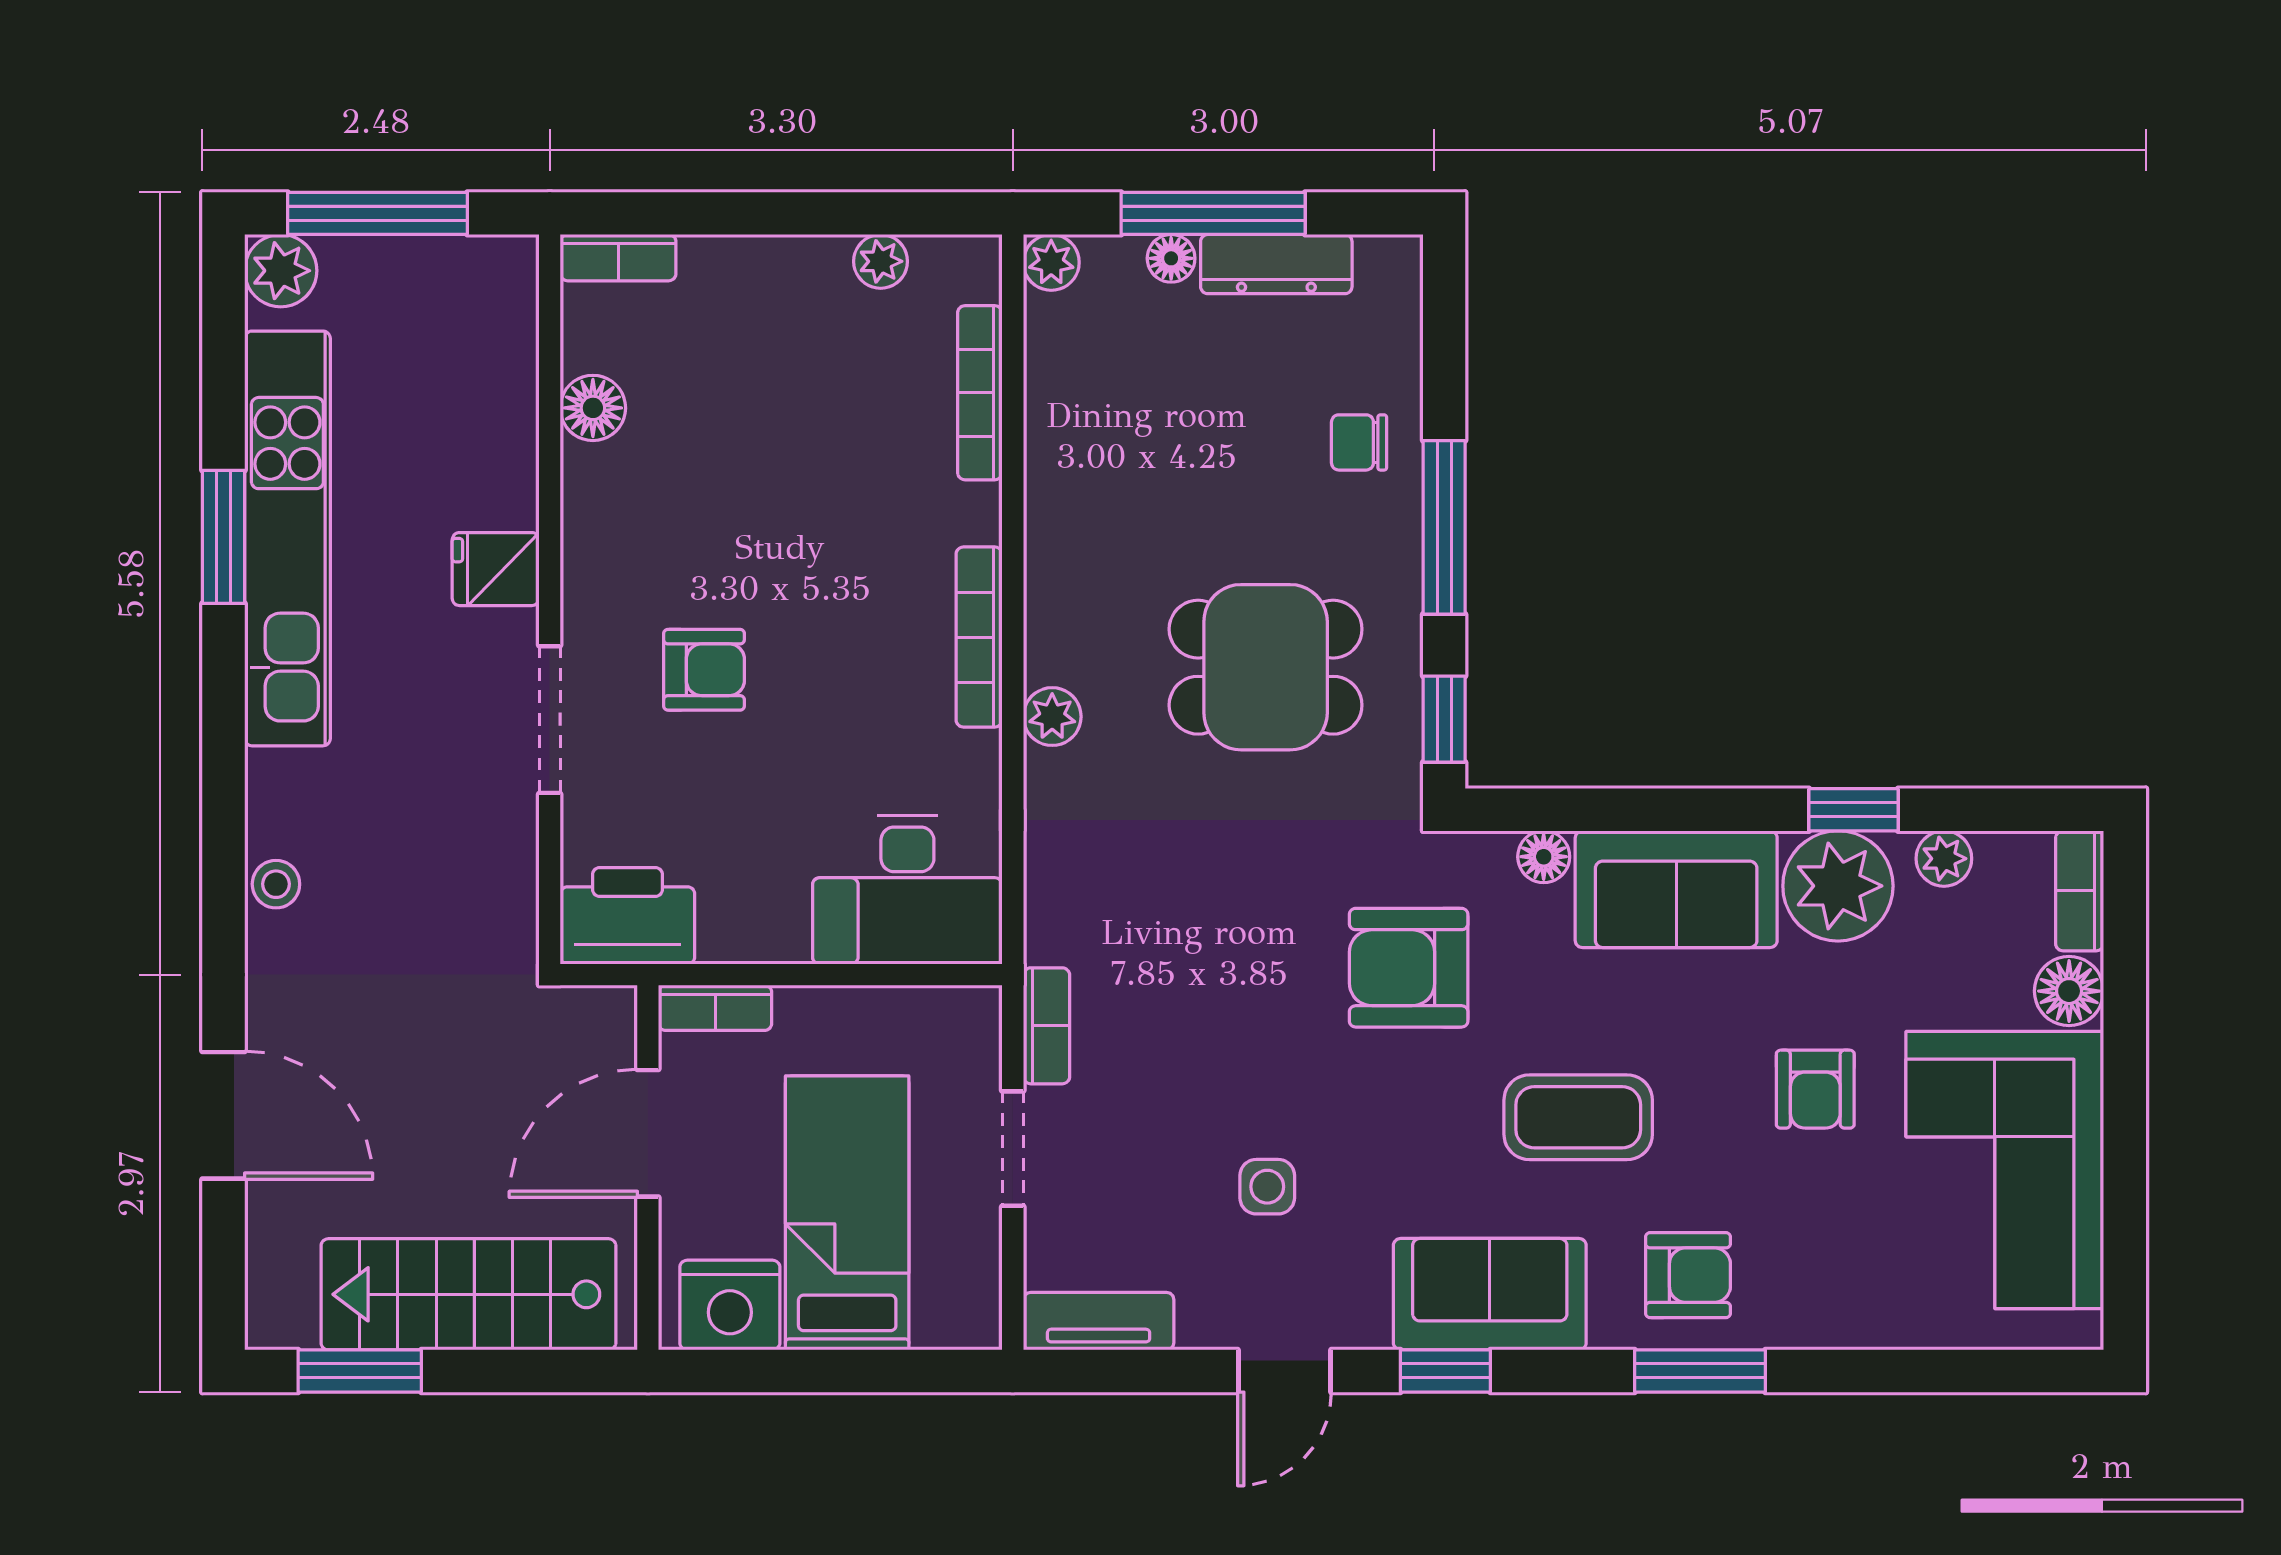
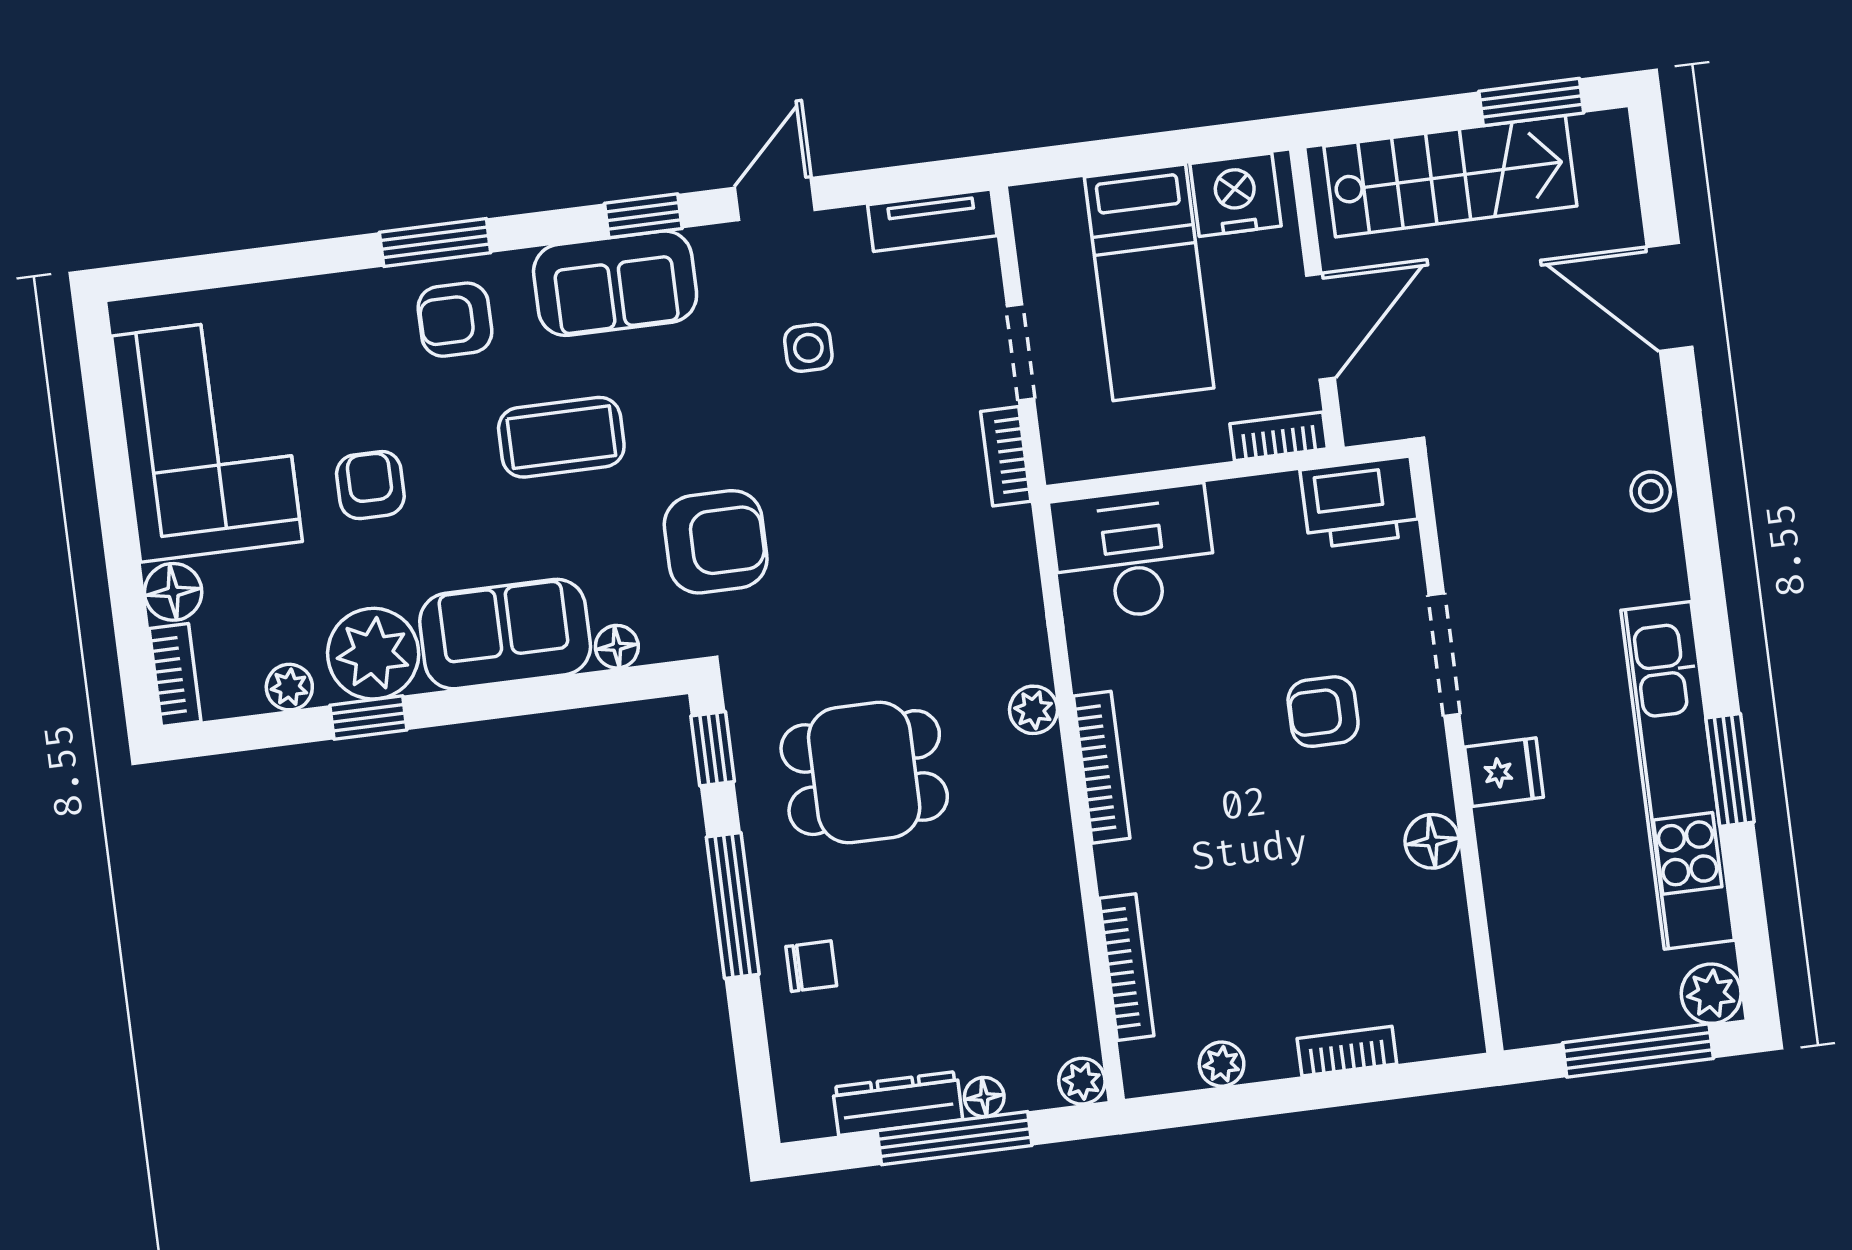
bookcase: (618, 258) -> (1347, 1051), moved
floor lamp: (593, 408) -> (1432, 841), moved

